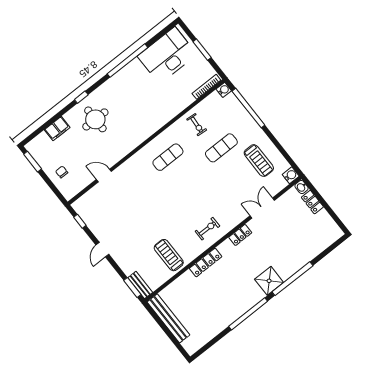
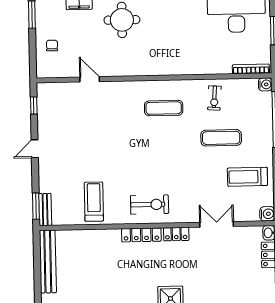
treadmill: (259, 161) -> (247, 177), turned 90
exercise bike: (207, 229) -> (150, 205), width x1.38, depth x1.39
locker: (206, 263) -> (141, 235), moved

